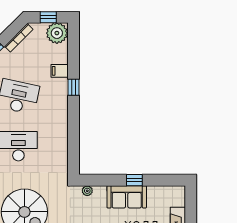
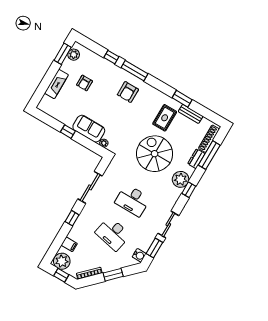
filing cabinet: (60, 71) -> (69, 244), moved
sliding door: (74, 133) -> (90, 187), added
sofa: (127, 197) -> (89, 129), moved

